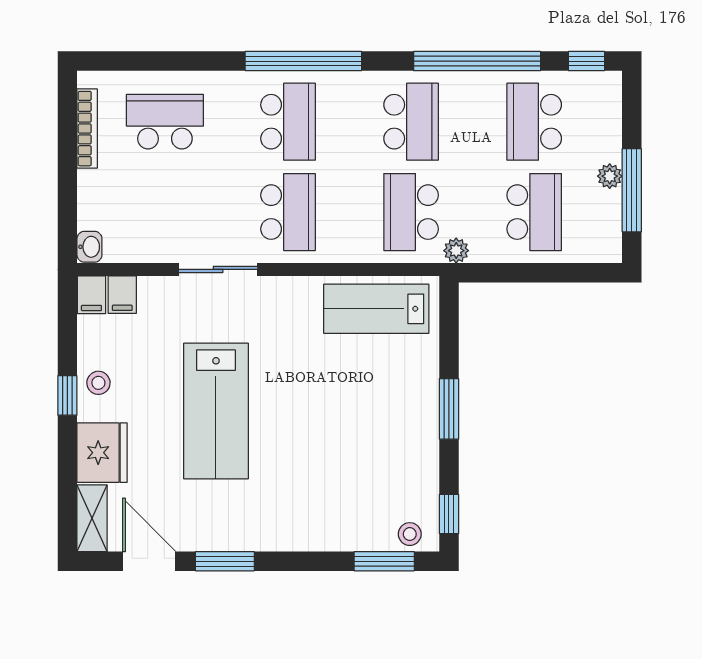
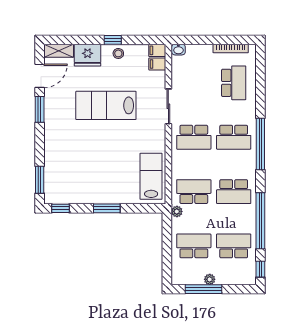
school desk: (534, 212) -> (194, 246), turned 180
stool: (410, 534) -> (52, 191), removed

